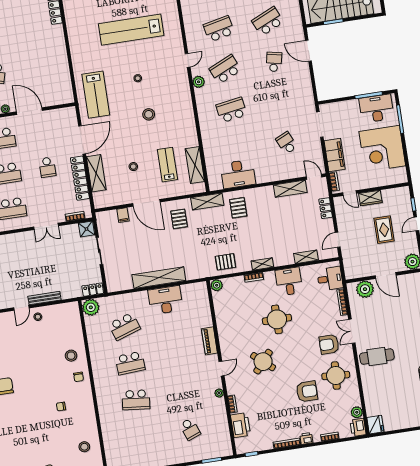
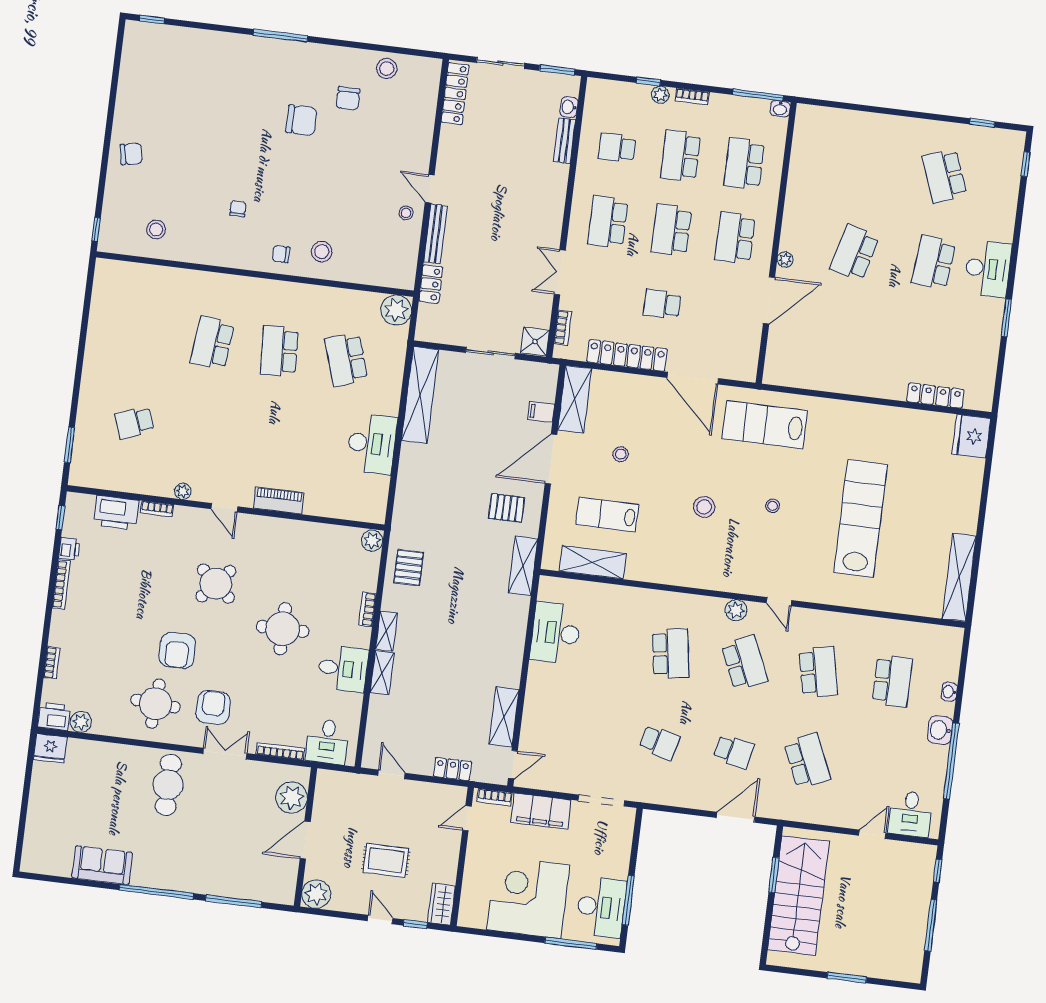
school desk: (286, 143) -> (660, 742), moved, turned 39
lab bench: (167, 165) -> (607, 515), turned 180
shelving: (96, 173) -> (575, 399), moved, turned 90
wardrobe: (370, 198) -> (442, 904), moved
pallet: (238, 208) -> (497, 617), removed
shelving: (306, 257) -> (382, 673), moved
shelving: (159, 278) -> (420, 395), moved
locker: (93, 290) -> (431, 284), moved
armchair: (307, 391) -> (177, 650), moved
printer: (306, 438) -> (69, 549), moved

